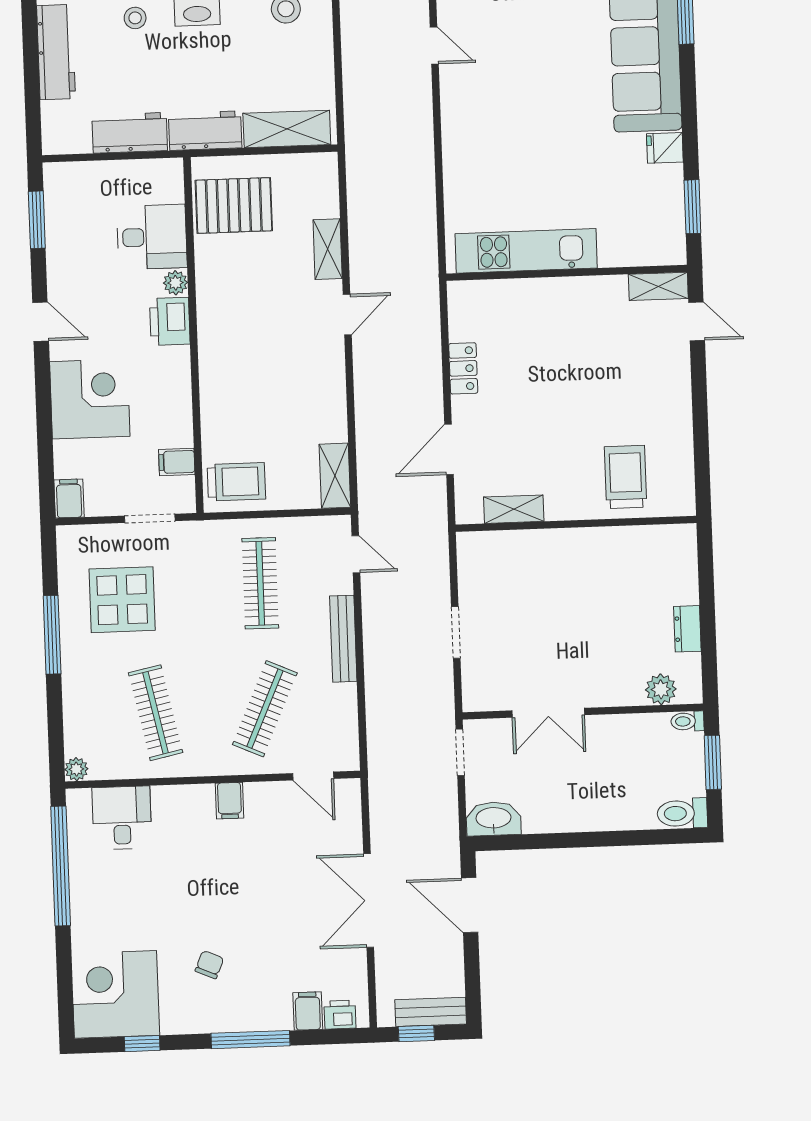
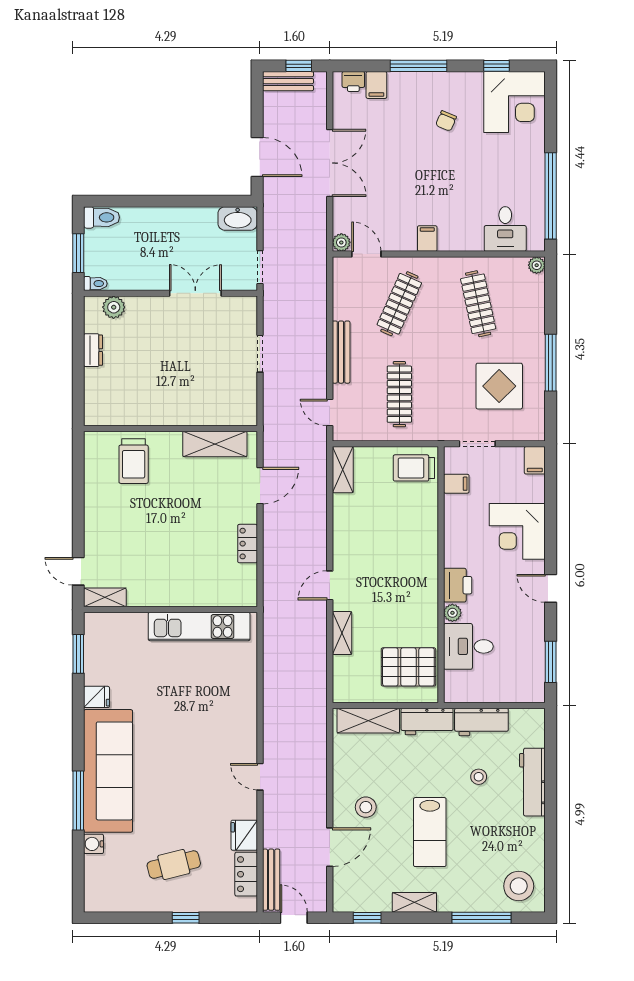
stool: (135, 18) -> (479, 777), moved
shelving: (514, 509) -> (215, 444), width x1.50, depth x1.33
plant: (348, 791) -> (341, 242), added

